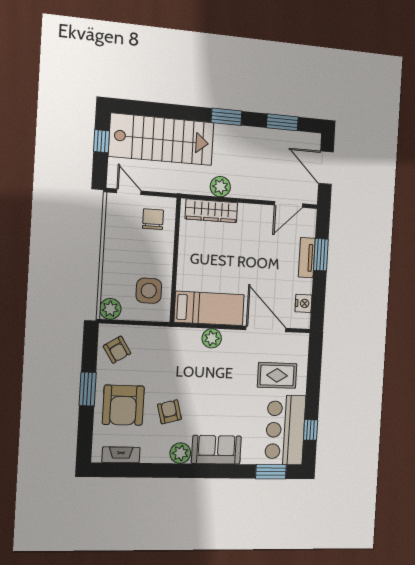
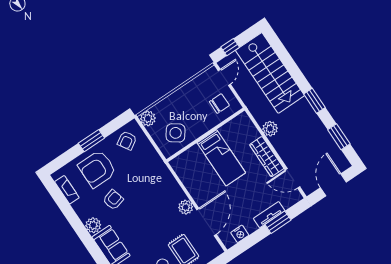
window: (102, 141) -> (230, 47), moved
wardrobe: (211, 211) -> (267, 157), moved
side table: (149, 291) -> (176, 133), turned 36
bed: (209, 308) -> (221, 158), moved
plant: (212, 338) -> (186, 207), moved

